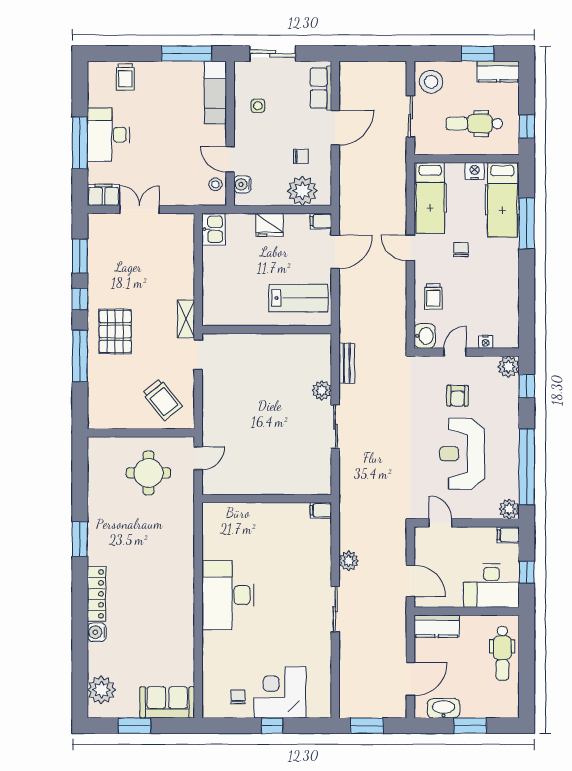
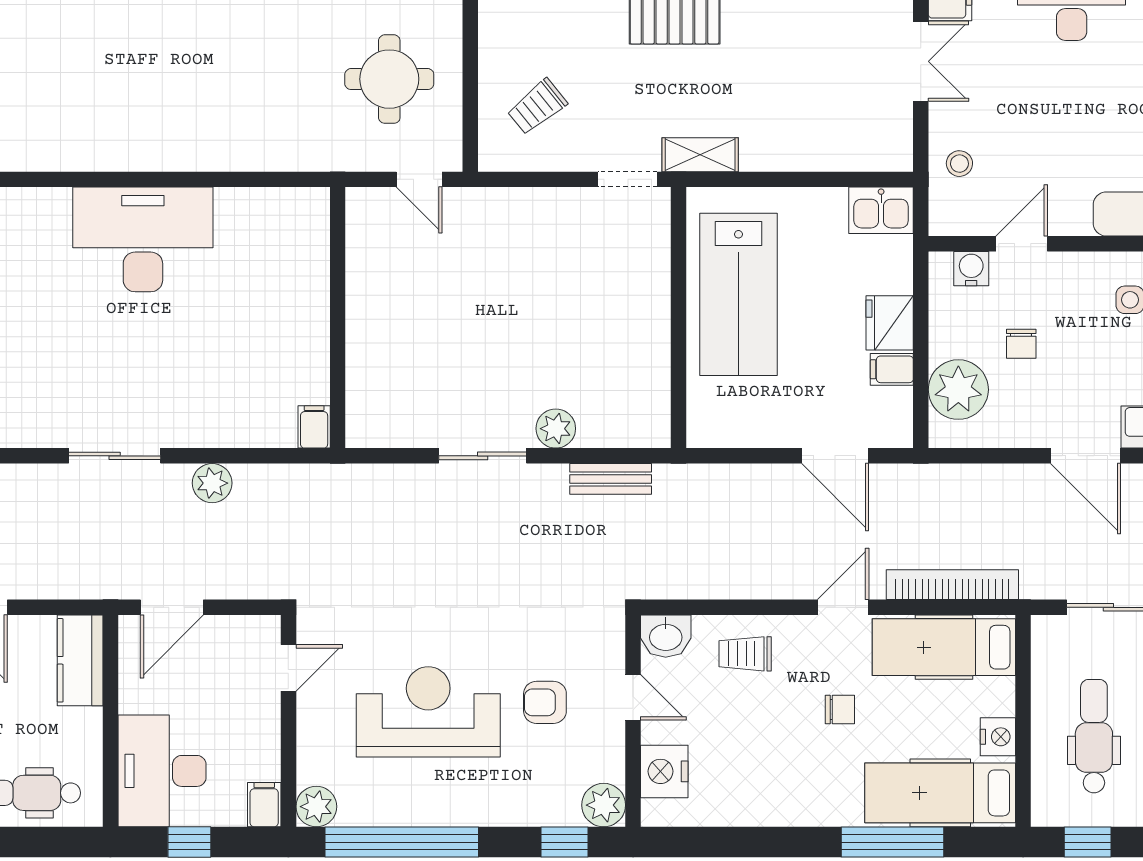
chair: (301, 156) -> (1021, 344), moved
stool: (215, 184) -> (959, 164), moved
bookcase: (399, 194) -> (952, 585), added
filing cabinet: (321, 221) -> (892, 369), moved, turned -90
lab bench: (298, 298) -> (738, 294), moved, width x1.36, depth x1.39
nightstand: (486, 342) -> (664, 771), width x1.89, depth x1.79
trolley: (162, 400) -> (537, 107), width x0.73, depth x0.72

